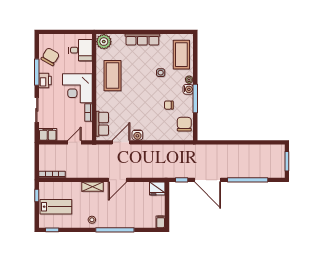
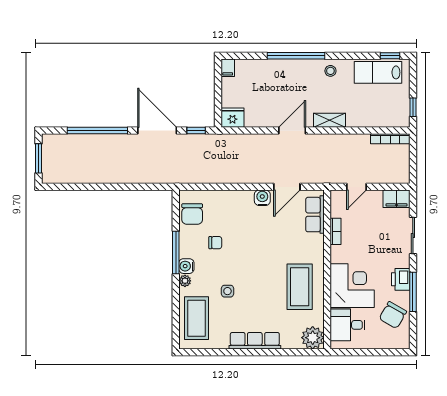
corner desk: (77, 88) -> (352, 286), moved
lab bench: (56, 207) -> (378, 72), moved

